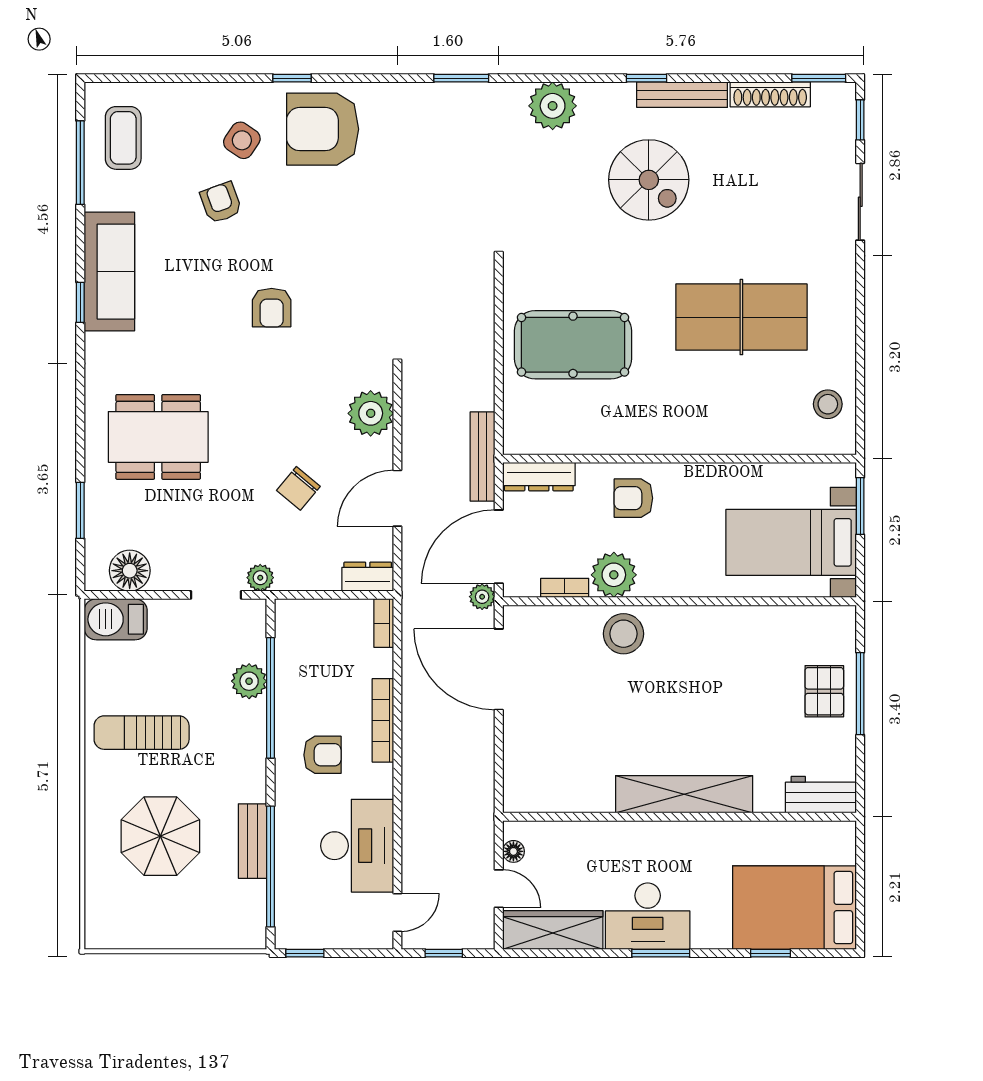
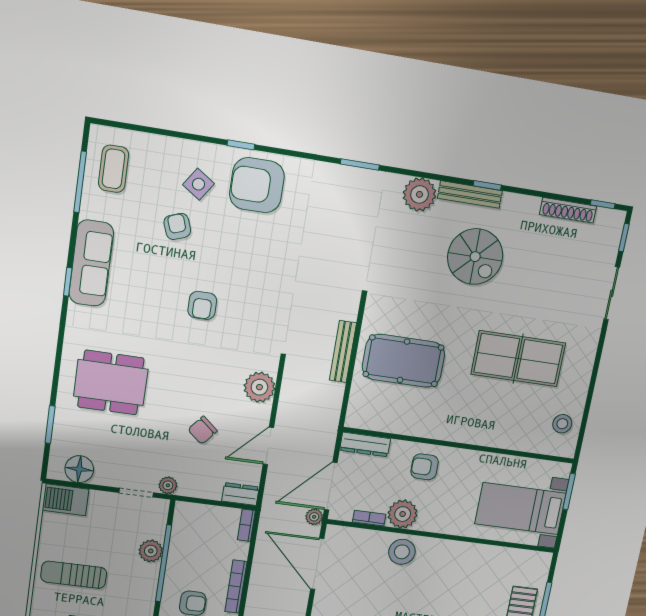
window: (819, 78) -> (603, 204), width x0.67
bench: (682, 95) -> (470, 195), moved
bench: (482, 456) -> (343, 352), moved

